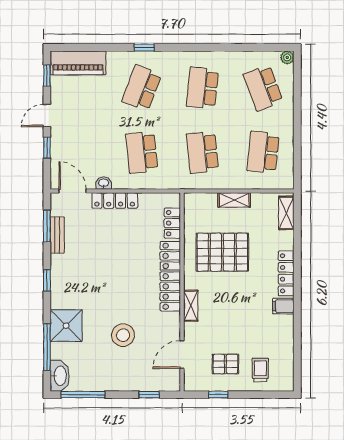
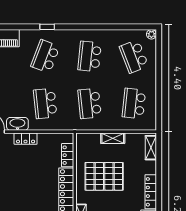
washbasin: (104, 183) -> (17, 124), width x1.91, depth x1.45
locker: (115, 200) -> (26, 139), width x0.66

